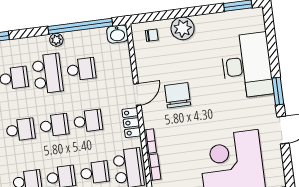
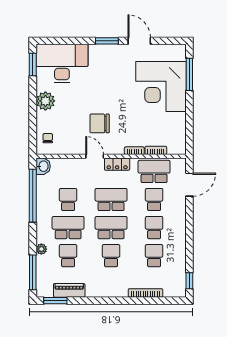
plant: (183, 28) -> (45, 101), moved
plant: (56, 40) -> (41, 249), moved
desk: (247, 66) -> (62, 64), moved
school desk: (88, 121) -> (111, 199), width x1.85
school desk: (54, 125) -> (111, 228), width x1.85

